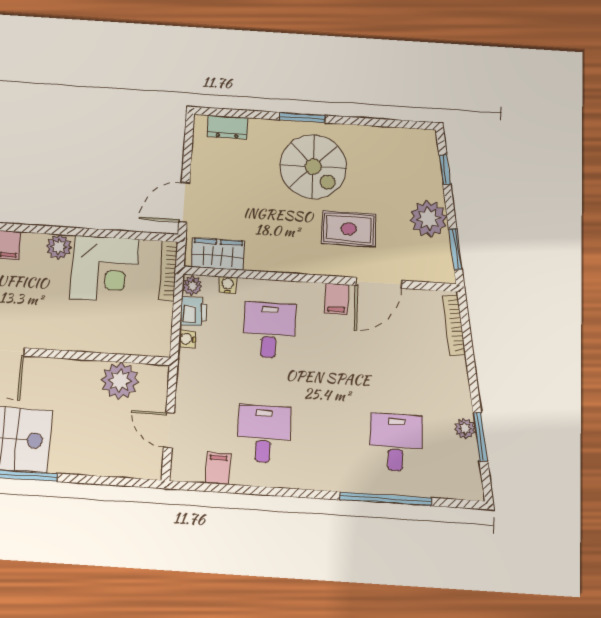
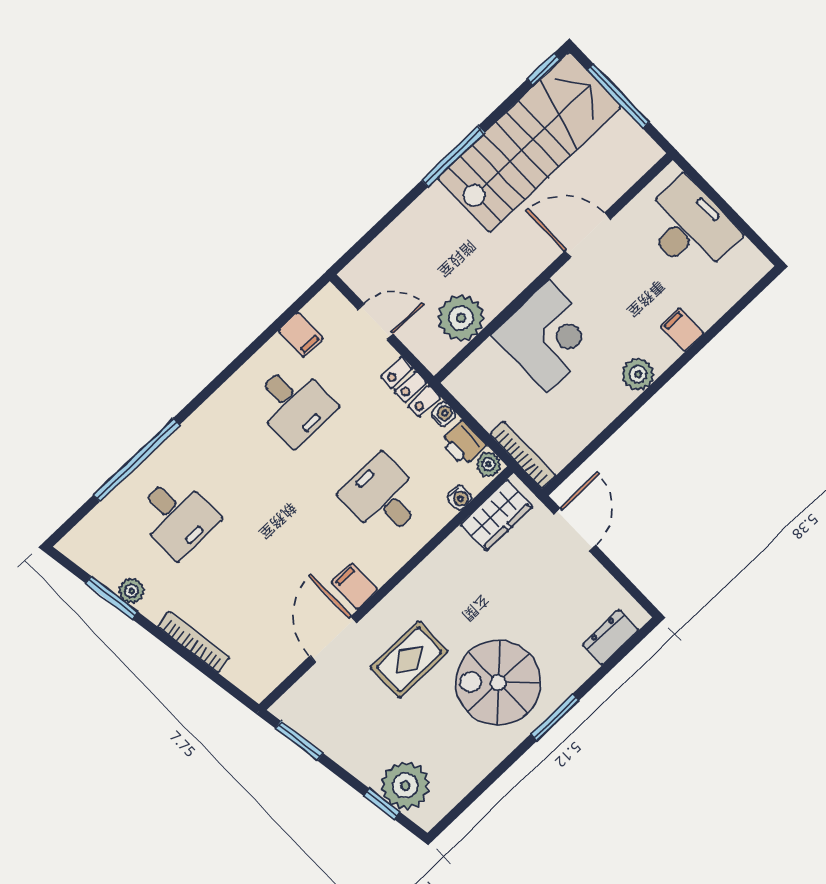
plant: (429, 219) -> (405, 786), moved
corner desk: (105, 269) -> (548, 336), moved, turned 180
bookcase: (454, 325) -> (194, 642), moved
desk: (269, 330) -> (383, 497), turned 180
locker: (189, 373) -> (410, 387), added

